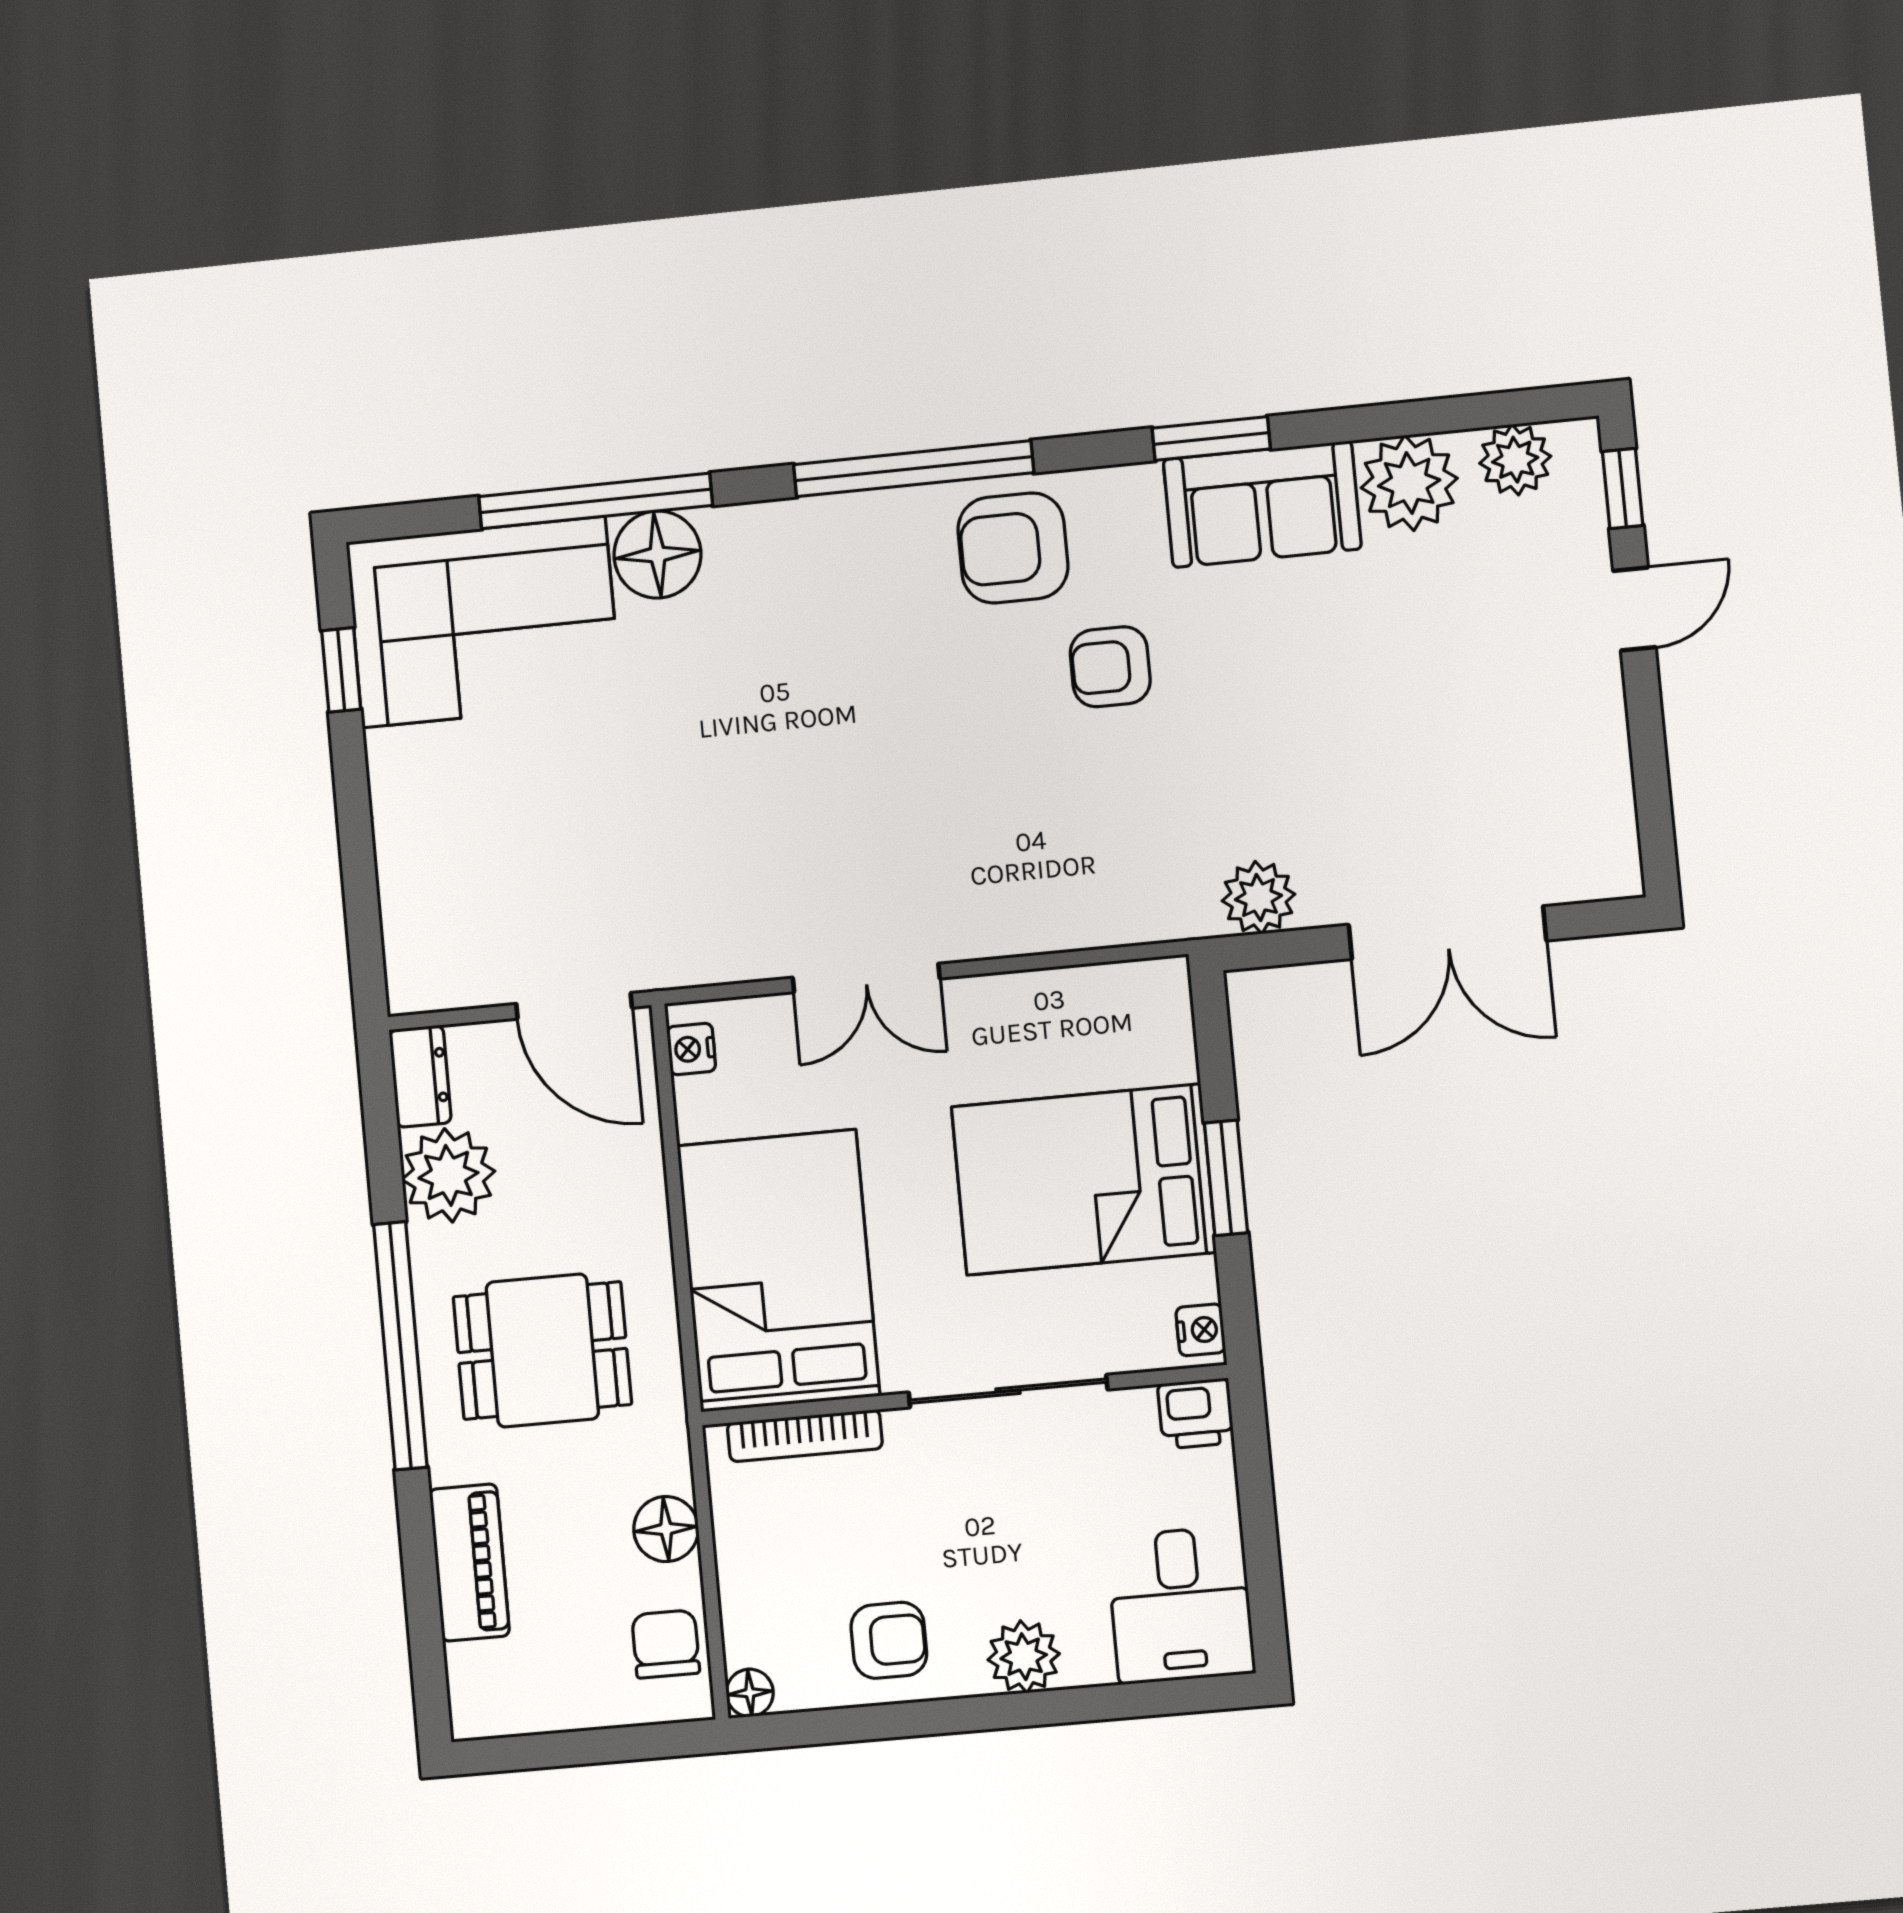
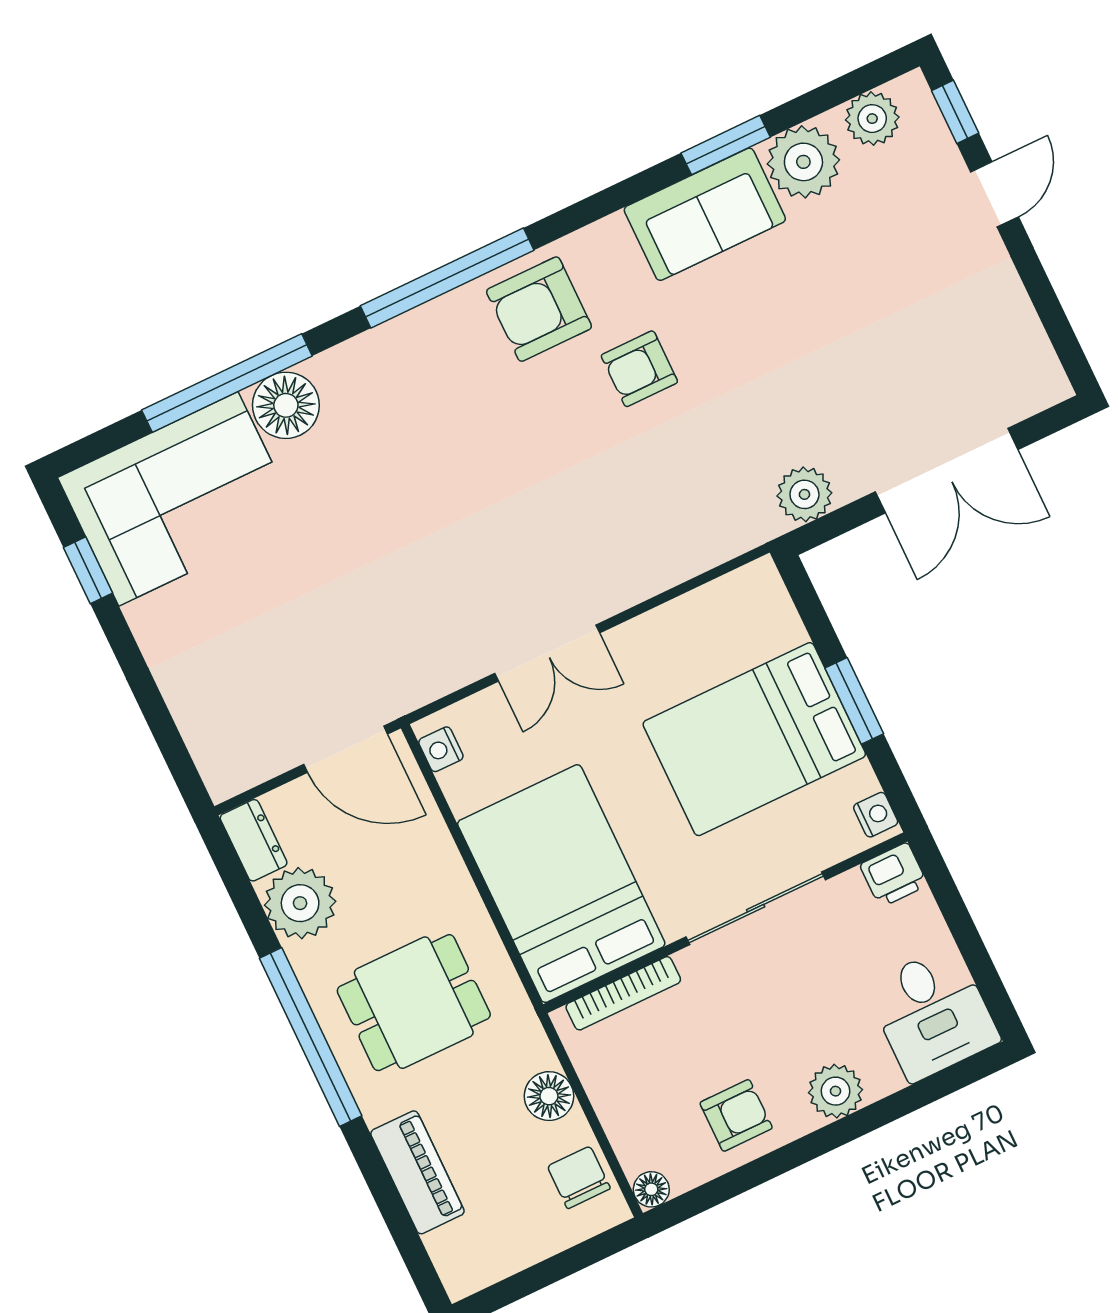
window: (1211, 438) -> (726, 145), moved

